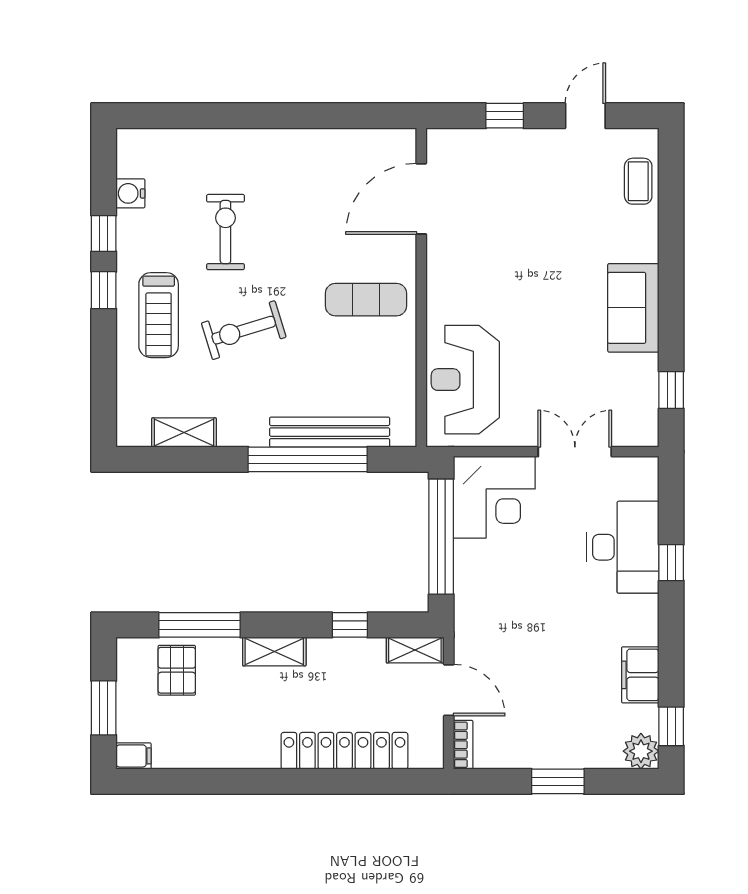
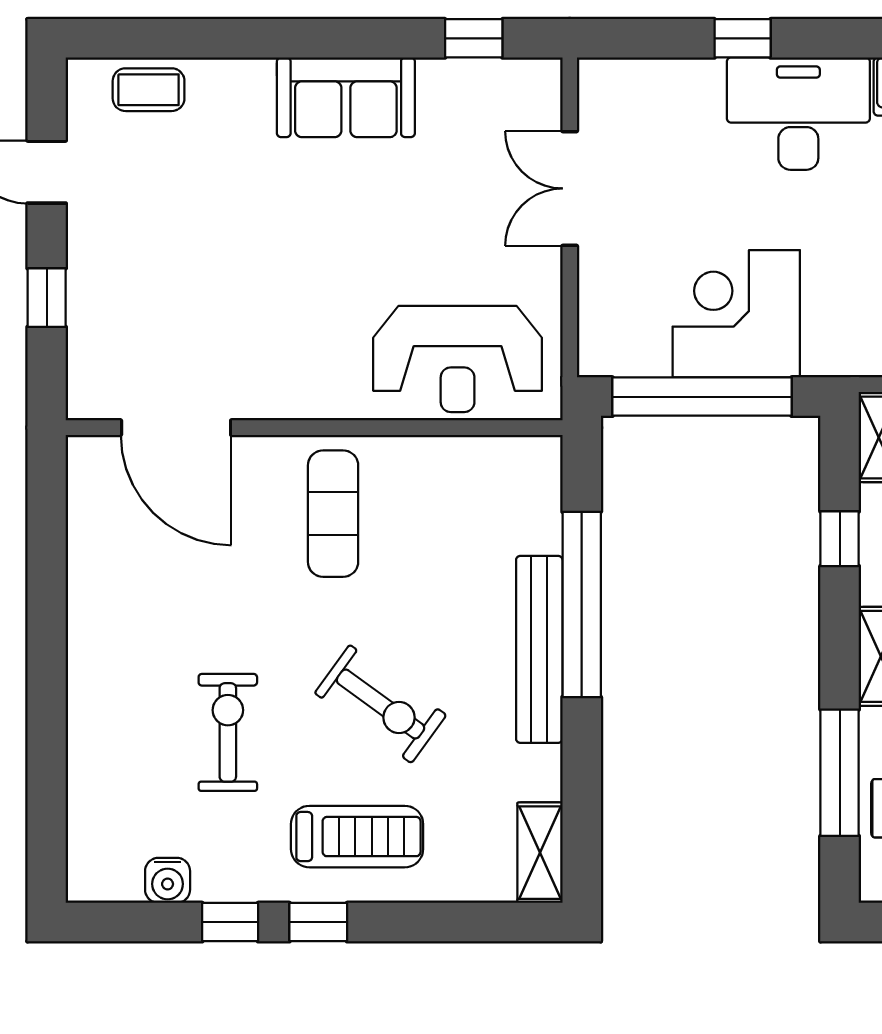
exercise bike: (225, 232) -> (228, 732), turned 90
exercise bike: (244, 330) -> (380, 704), turned -37
shelving: (184, 432) -> (540, 853), moved
bench: (330, 432) -> (539, 649), moved
corner desk: (494, 497) -> (736, 314), moved, turned -90
desk: (623, 547) -> (798, 114), moved

